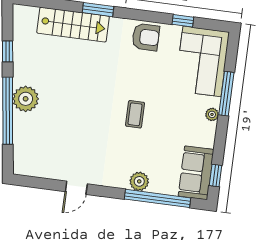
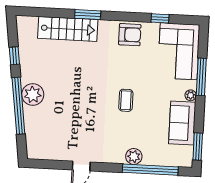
sofa: (196, 173) -> (182, 123), moved
window: (216, 176) -> (198, 147), width x1.50

